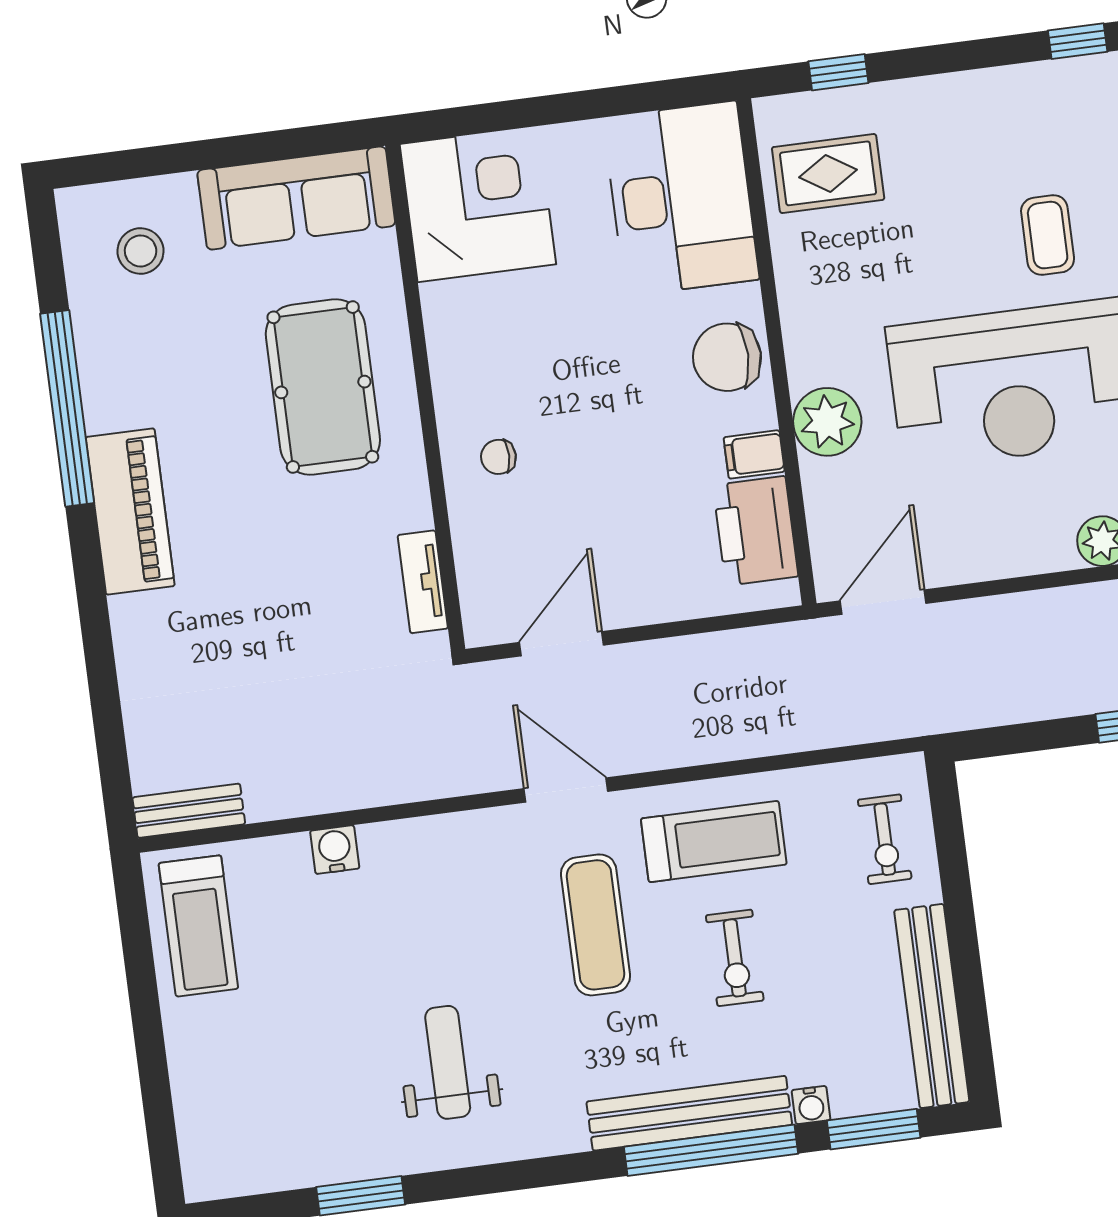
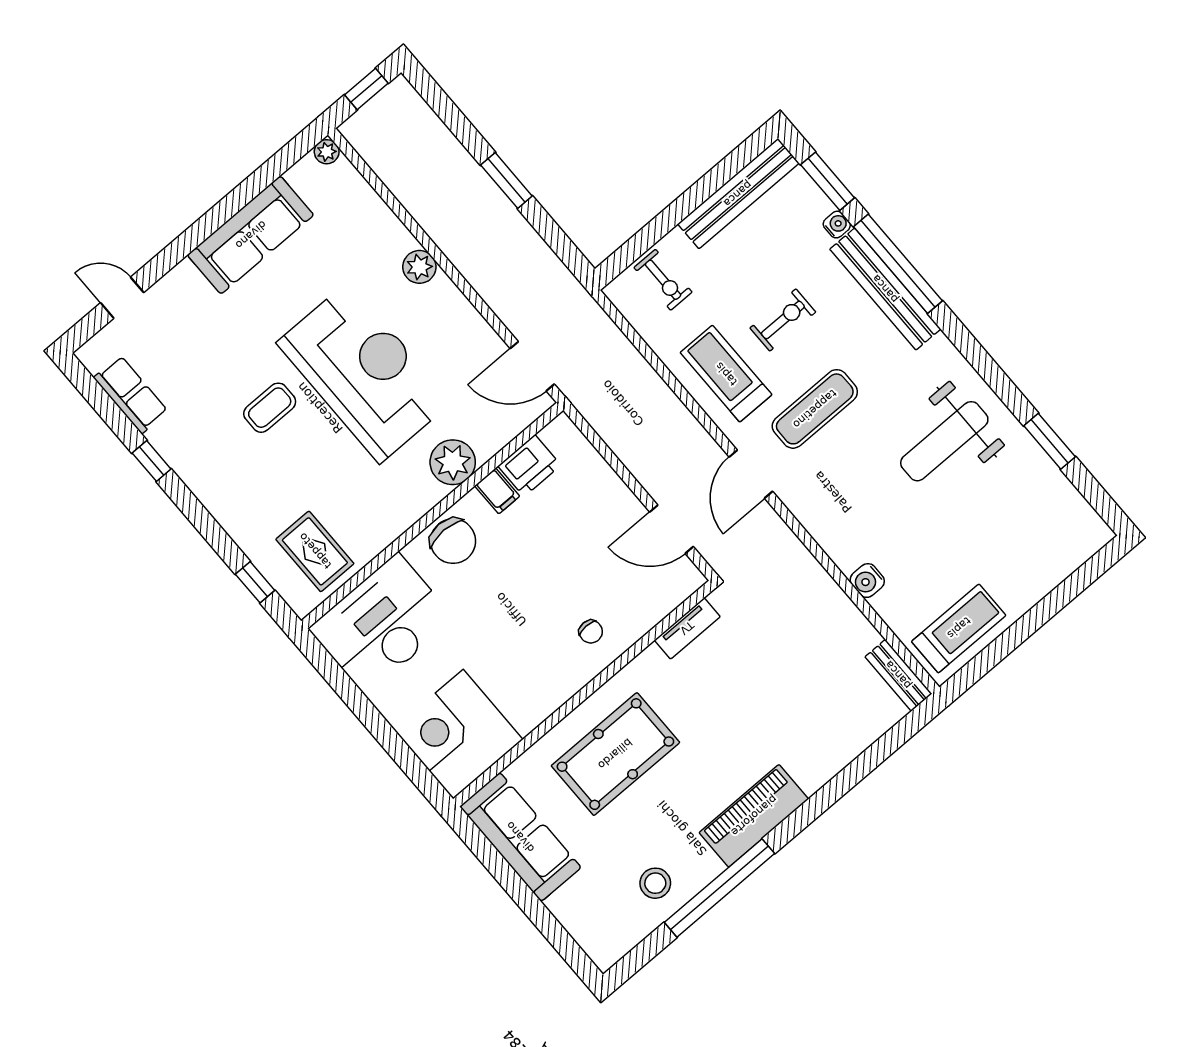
stool: (141, 251) -> (655, 883), moved
printer: (756, 531) -> (529, 466), width x0.73, depth x0.84
exercise bike: (885, 839) -> (663, 280), turned 90
weight bench: (448, 1062) -> (944, 441), width x1.36, depth x1.33

